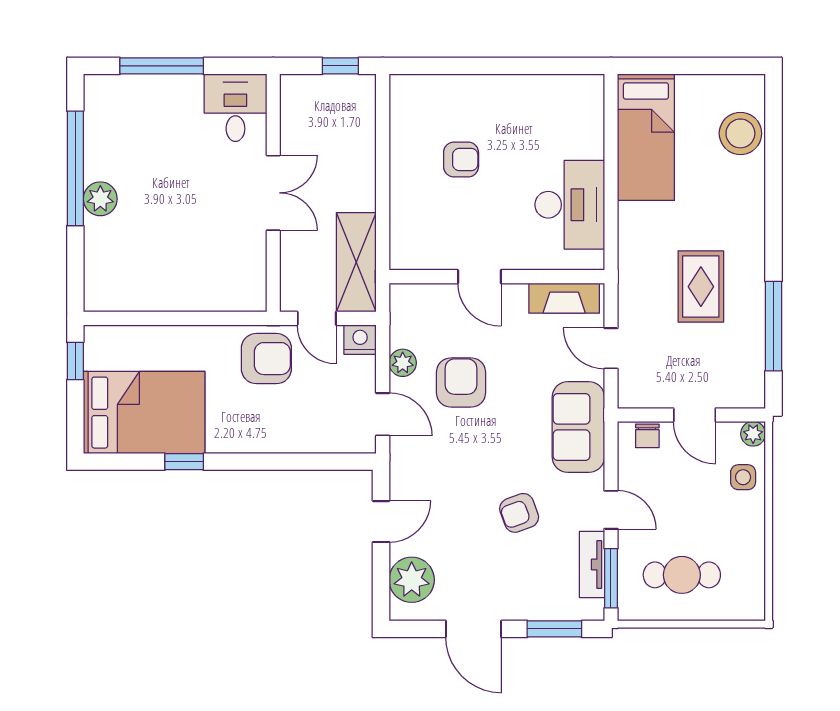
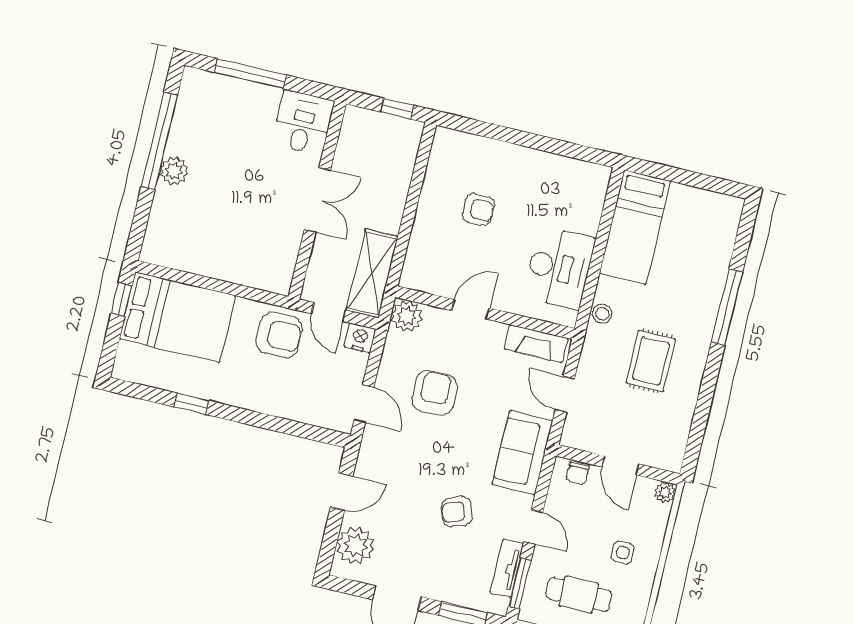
stool: (740, 133) -> (602, 314), moved, width x0.53, depth x0.53
door: (479, 277) -> (471, 309), swing flipped
window: (773, 326) -> (727, 307), moved
plant: (403, 363) -> (407, 316), moved, width x1.38, depth x1.38
bed: (144, 413) -> (177, 317), moved
side table: (743, 477) -> (623, 552), moved

